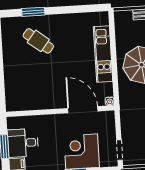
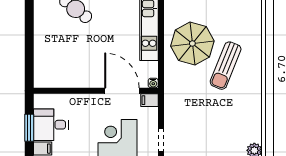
filing cabinet: (107, 116) -> (149, 100), added

